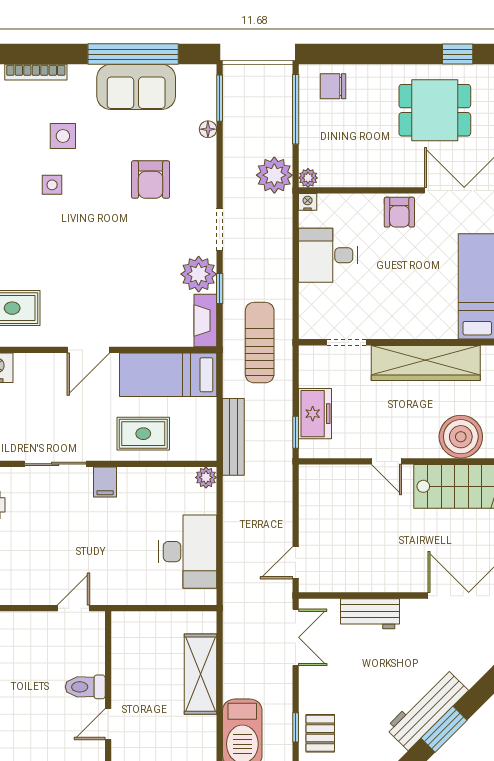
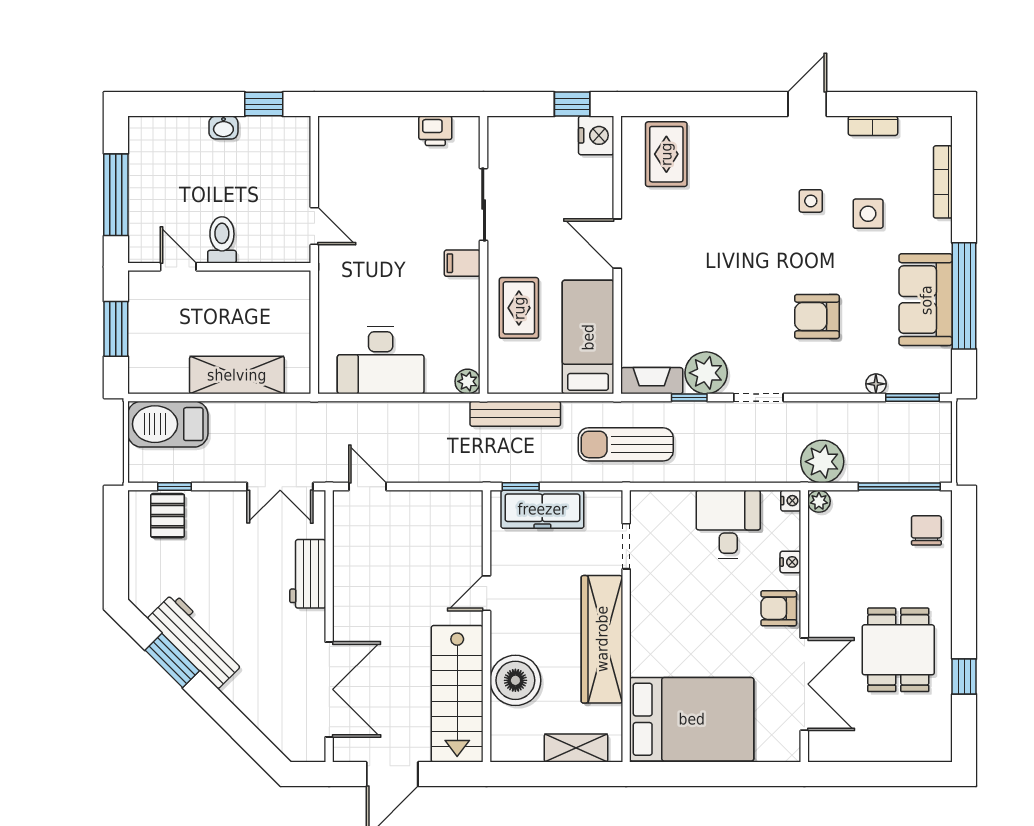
nightstand: (360, 202) -> (790, 562), added
sun lounger: (260, 343) -> (626, 444), turned 180
freezer: (315, 414) -> (542, 509), width x1.40
pallet: (320, 733) -> (168, 516), turned 90

